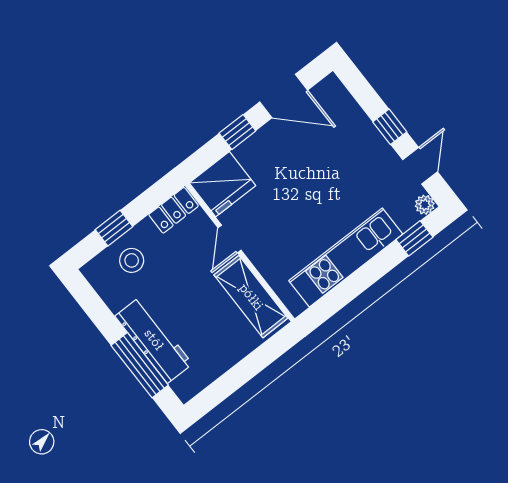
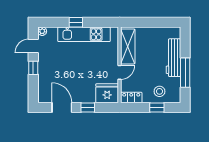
window: (414, 238) -> (76, 22), moved
window: (140, 365) -> (185, 73), moved

